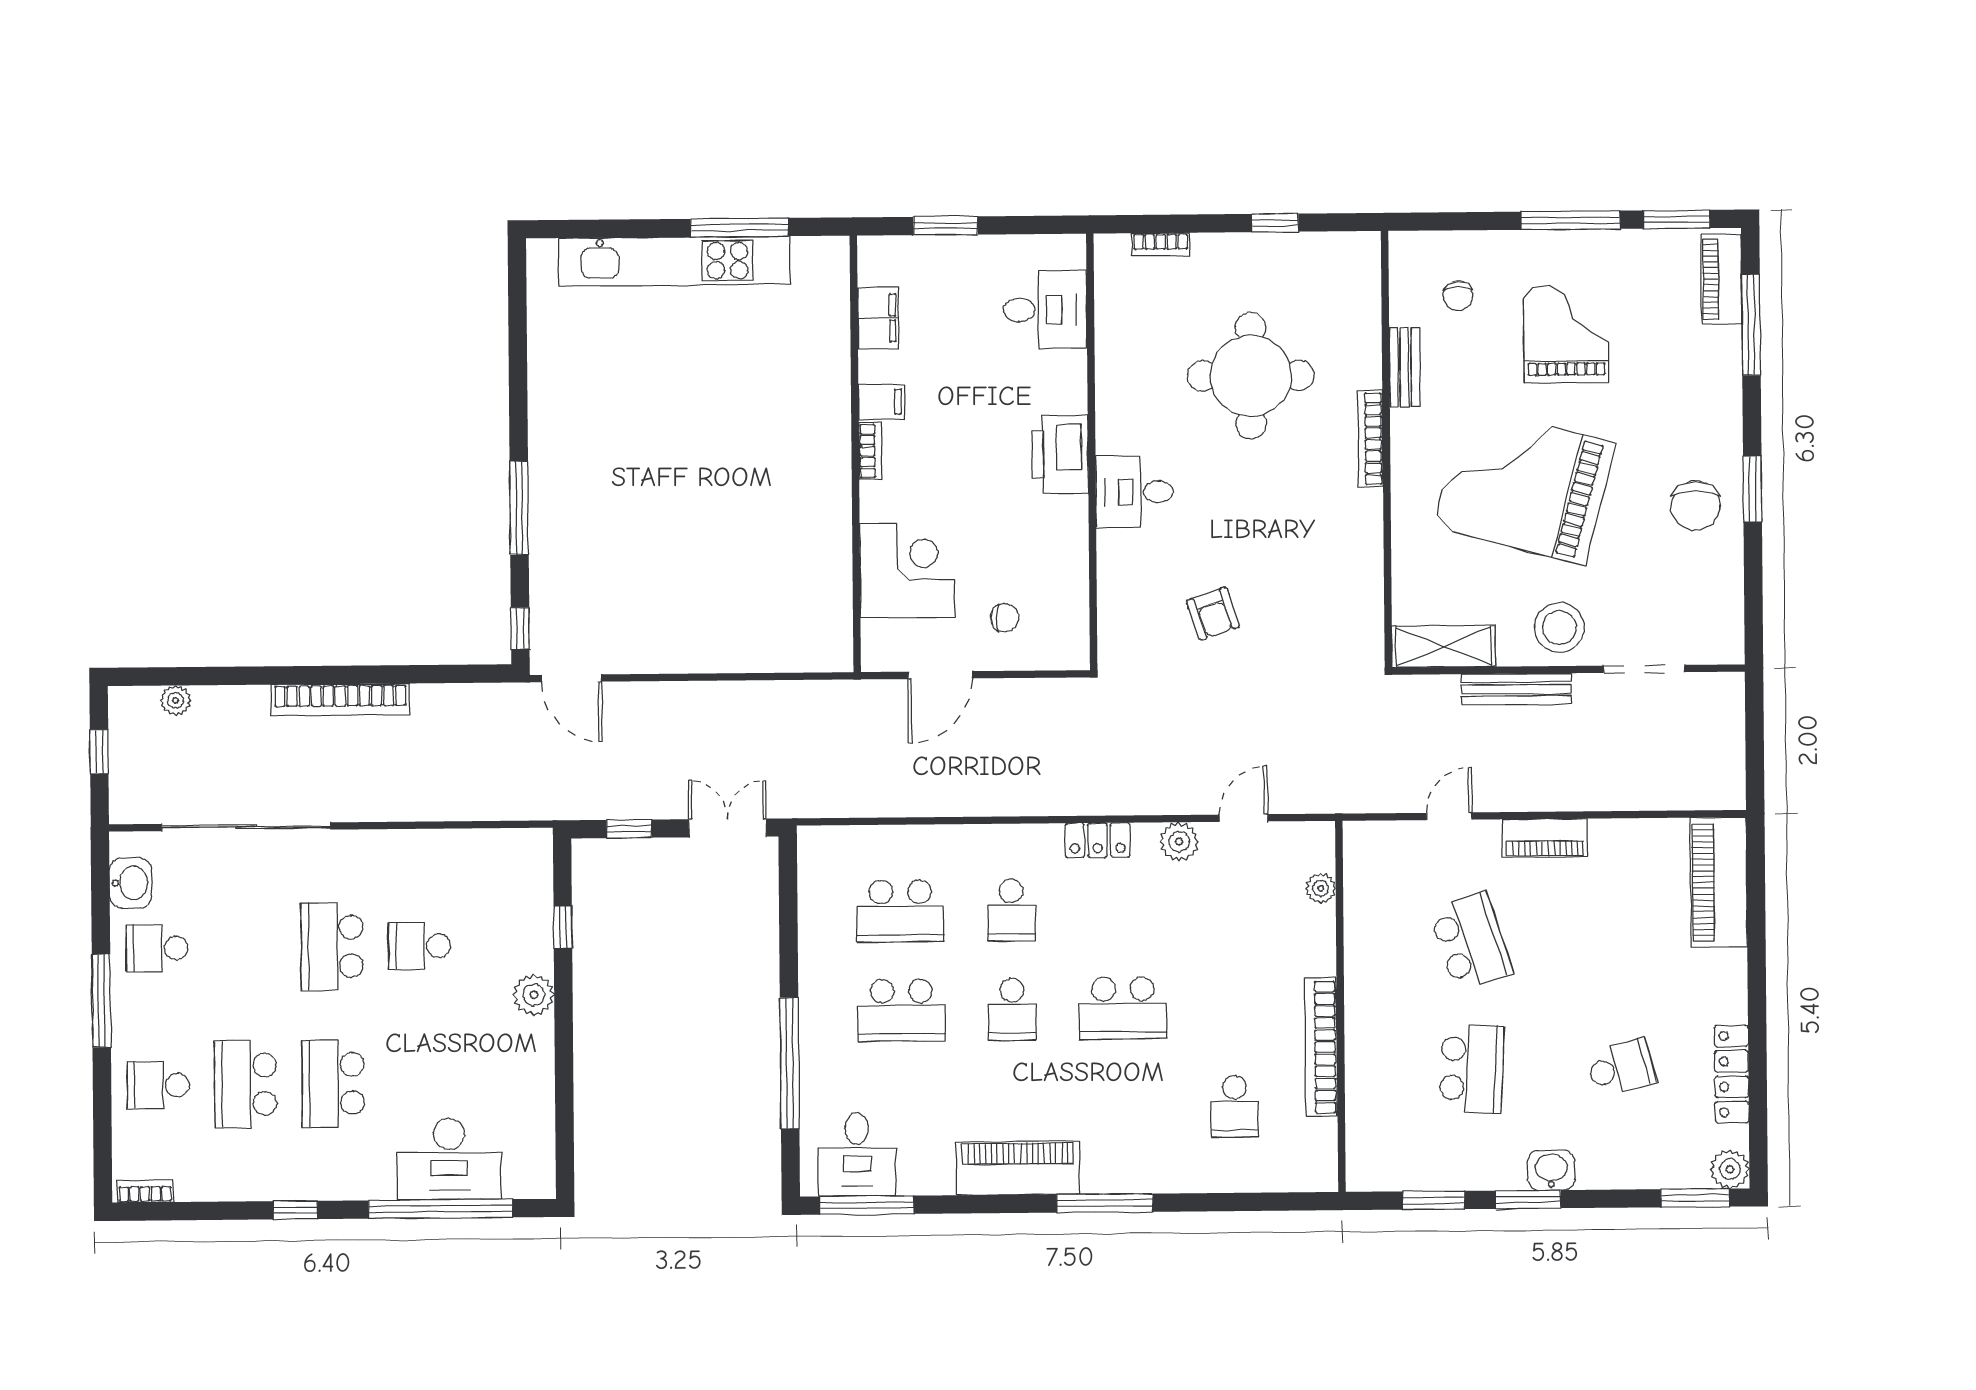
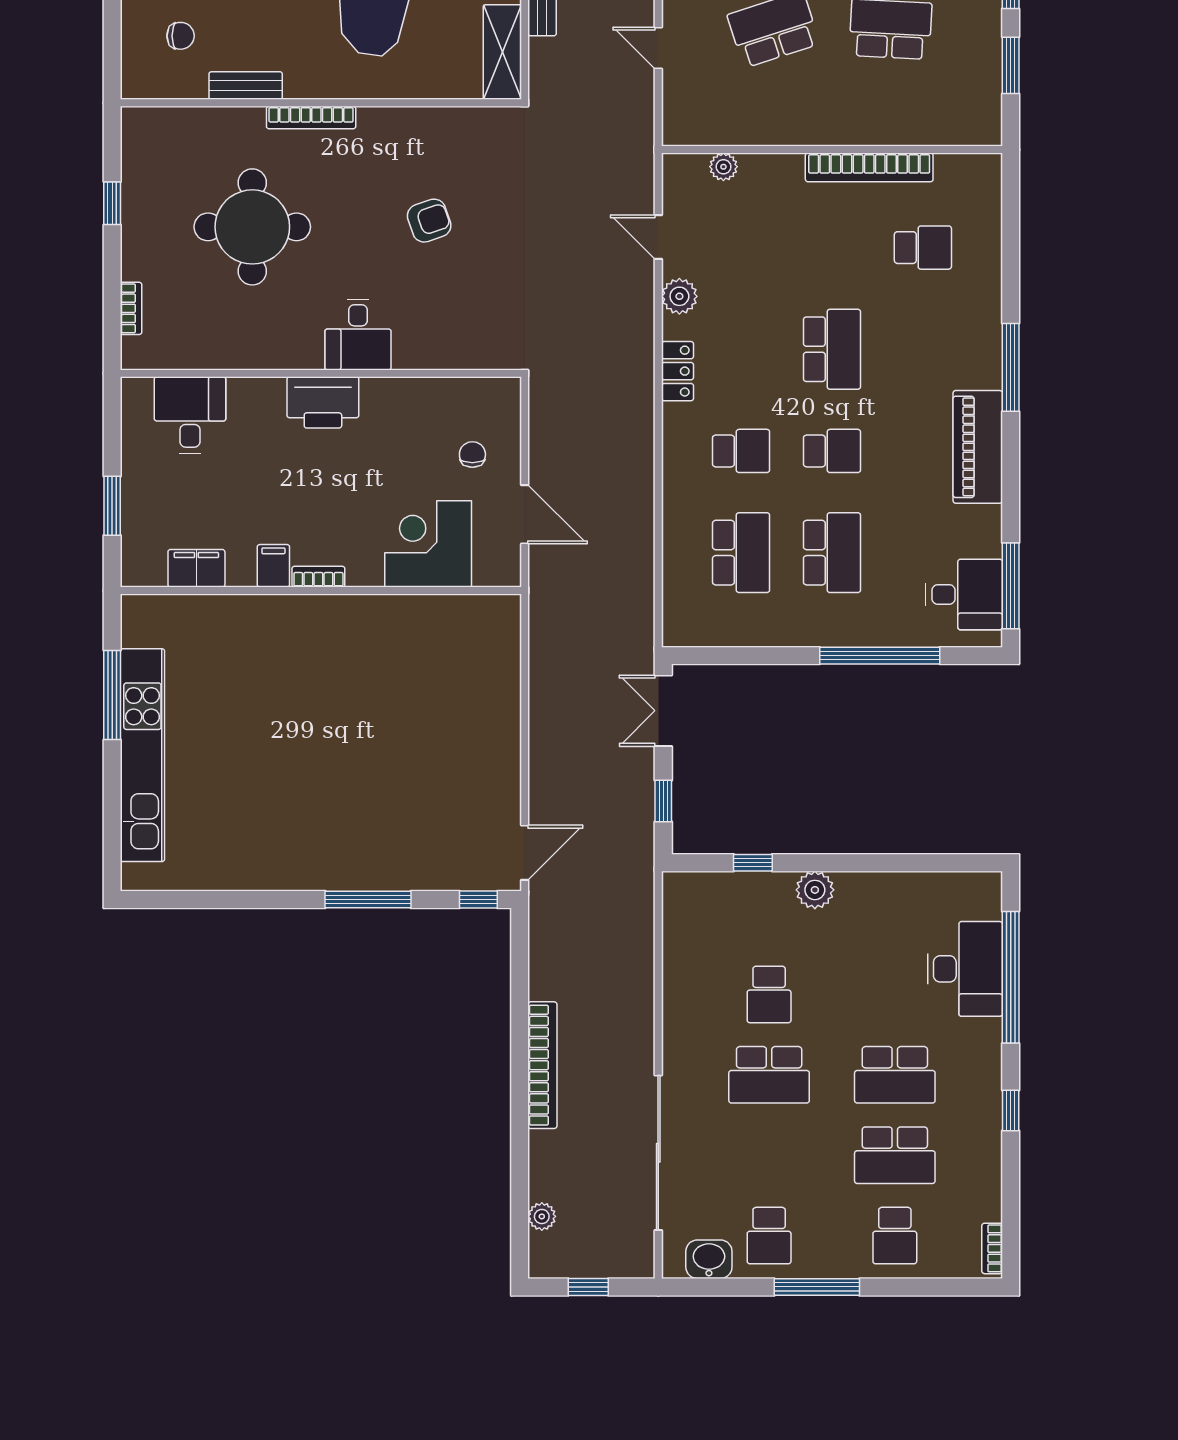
armchair: (1213, 614) -> (429, 221), moved

